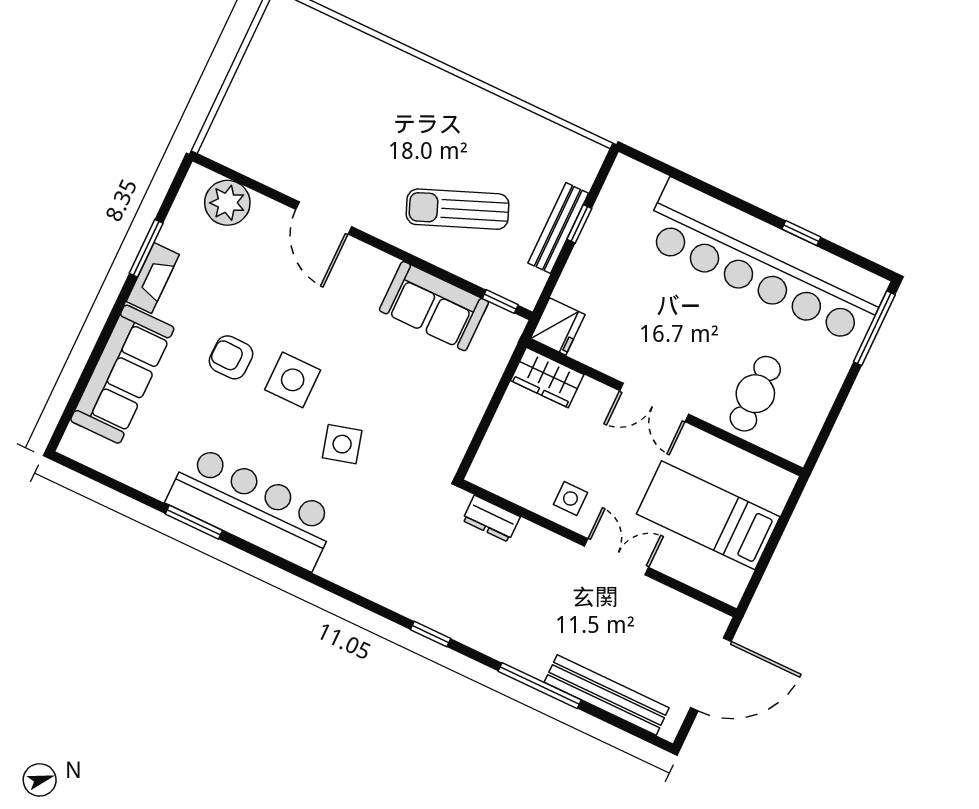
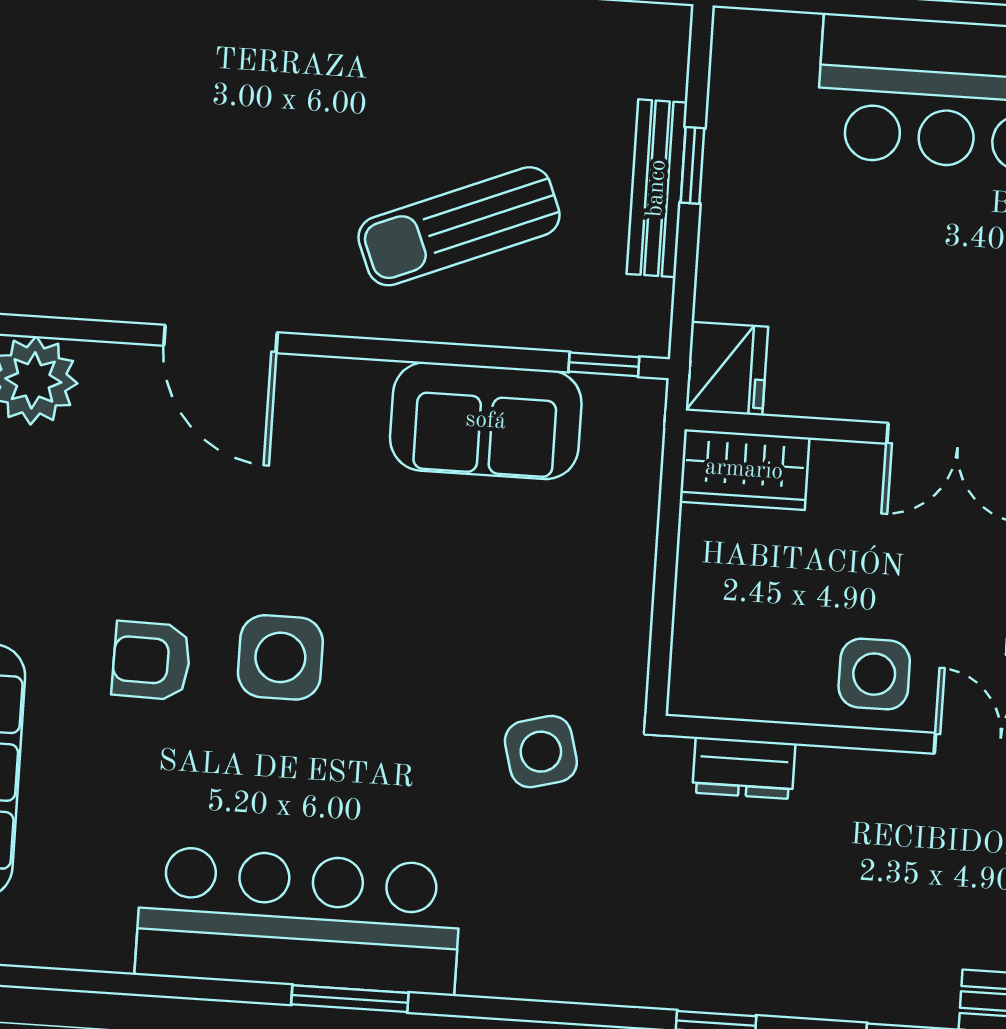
side table: (342, 444) -> (541, 752), moved
side table: (570, 498) -> (874, 674), width x1.37, depth x1.37
window: (194, 522) -> (350, 999), moved

